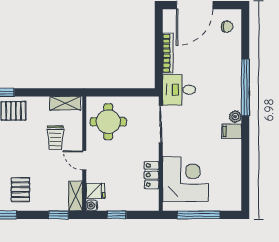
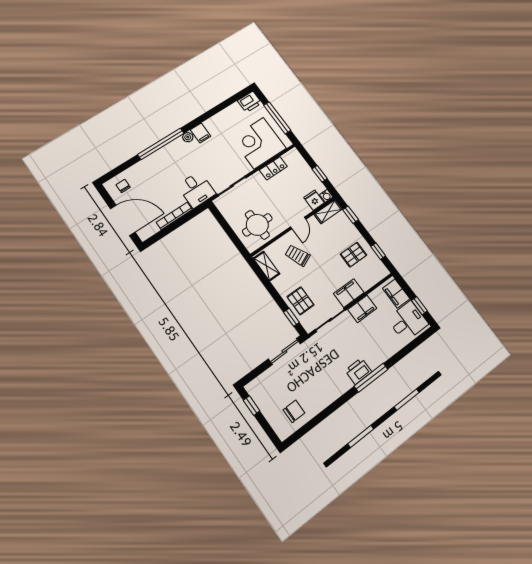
trolley: (55, 138) -> (297, 255), turned -114
printer: (232, 200) -> (250, 102), added

